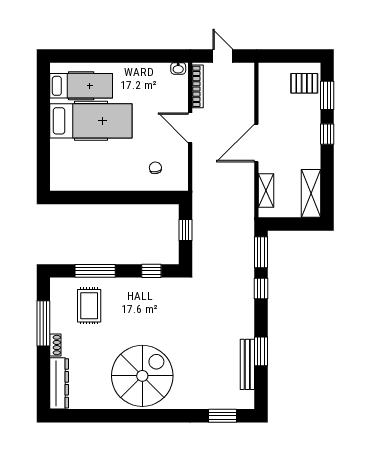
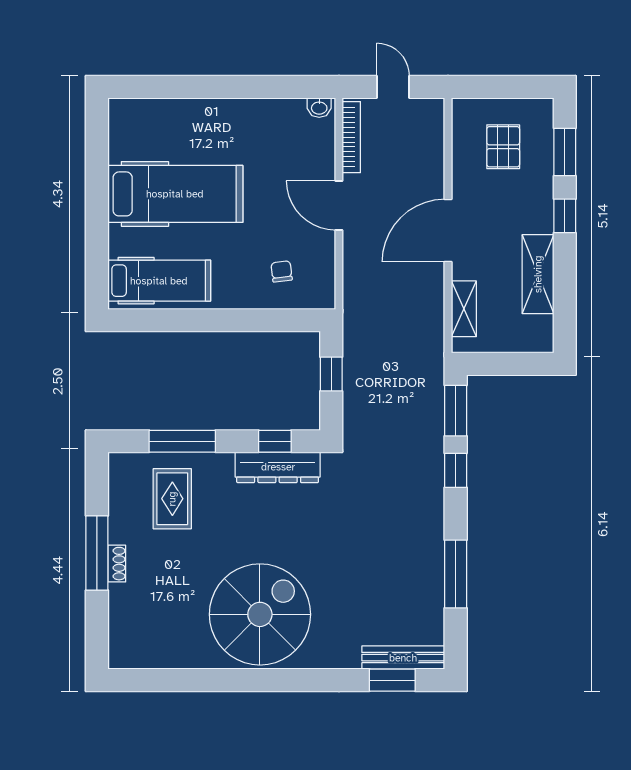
pallet: (304, 83) -> (503, 147), moved, turned 90
hospital bed: (81, 86) -> (159, 281), moved
shelving: (311, 193) -> (538, 274), moved
window: (43, 323) -> (97, 553), moved
window: (261, 351) -> (456, 574), width x1.44
bench: (247, 364) -> (403, 658), moved, turned 90
dresser: (59, 383) -> (278, 467), moved, turned 90

